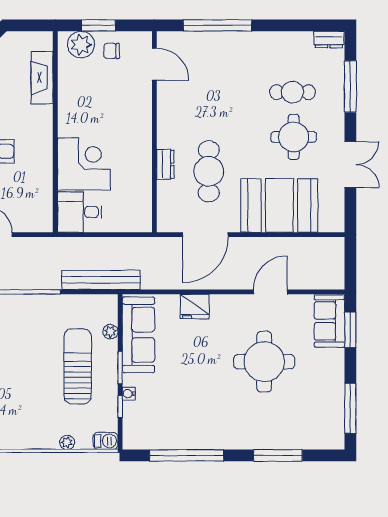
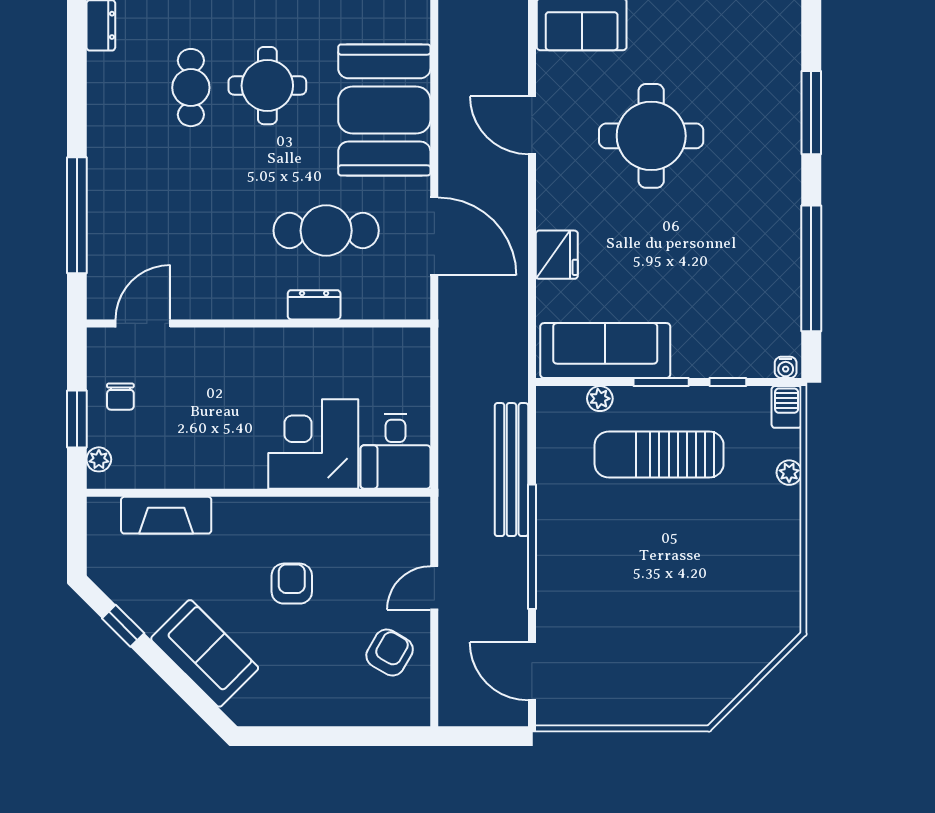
plant: (81, 45) -> (99, 459), width x0.53, depth x0.53
bench: (101, 280) -> (511, 470), moved
water cooler: (129, 394) -> (786, 367), moved

